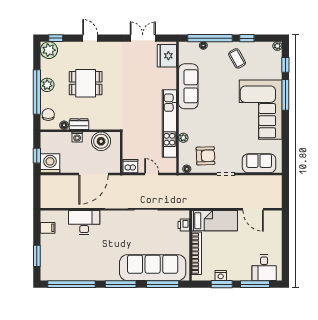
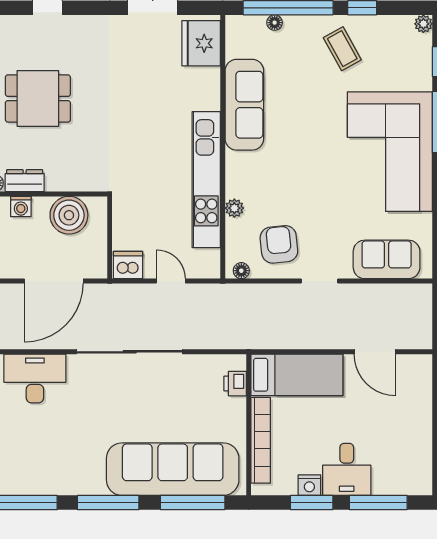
armchair: (206, 156) -> (279, 244), turned -94
desk: (264, 268) -> (347, 469), moved

